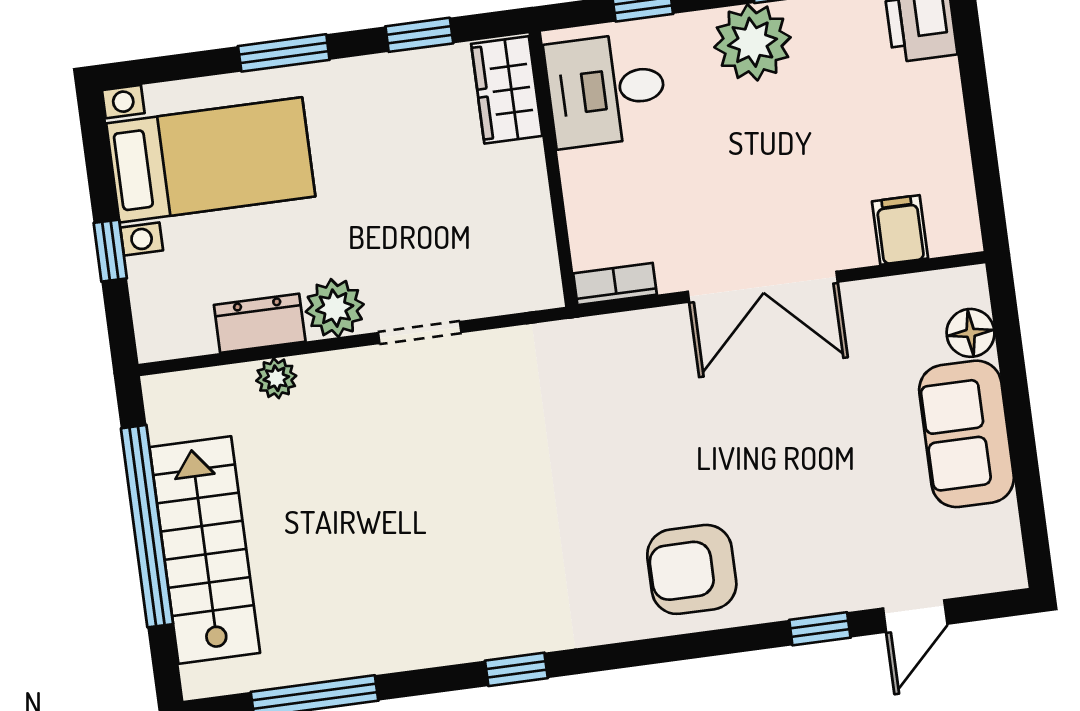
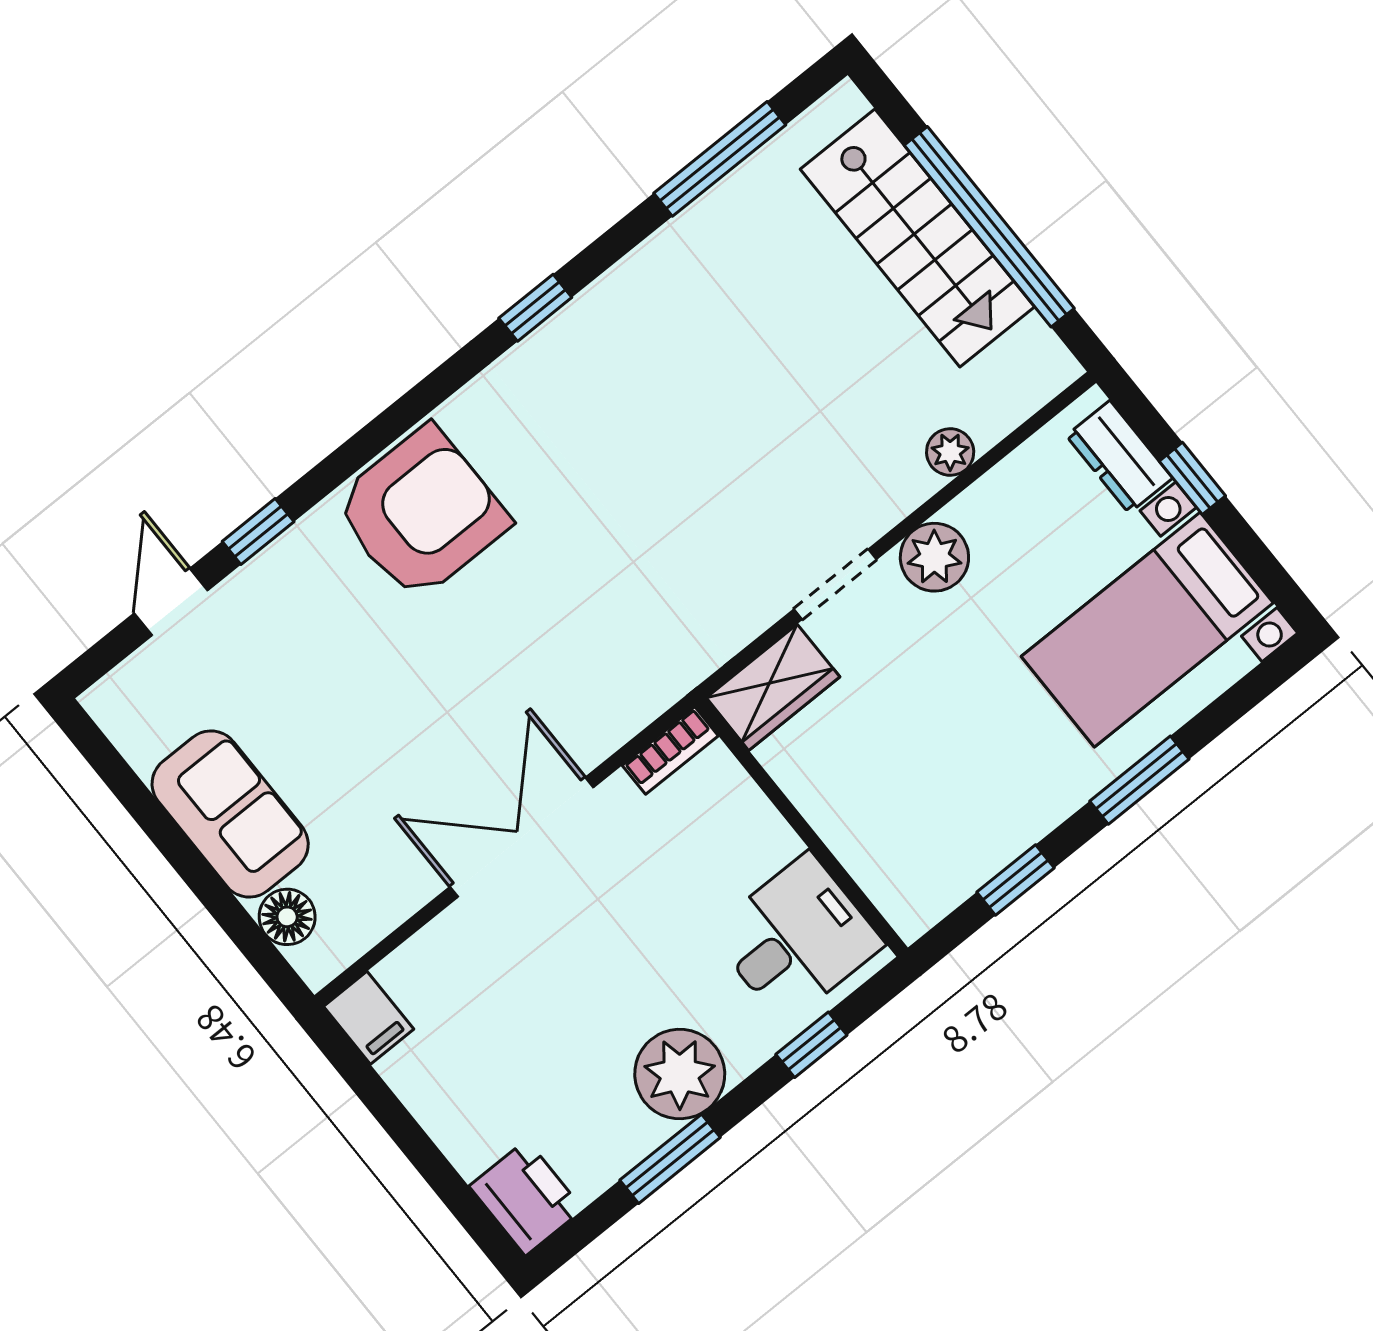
wardrobe: (507, 90) -> (773, 687), moved, turned 90
filing cabinet: (900, 230) -> (369, 1018), moved
dresser: (260, 323) -> (1119, 457), moved, turned 90
armchair: (692, 569) -> (421, 513), width x1.36, depth x1.36

